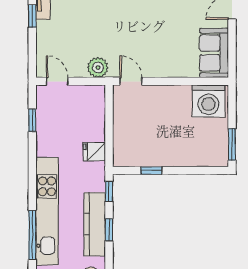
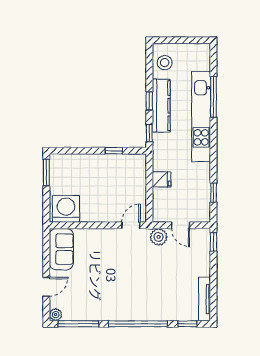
window: (32, 16) -> (213, 242), moved
door: (57, 81) -> (180, 225), moved
door: (131, 81) -> (131, 225), swing flipped
fridge: (94, 152) -> (161, 179), moved

